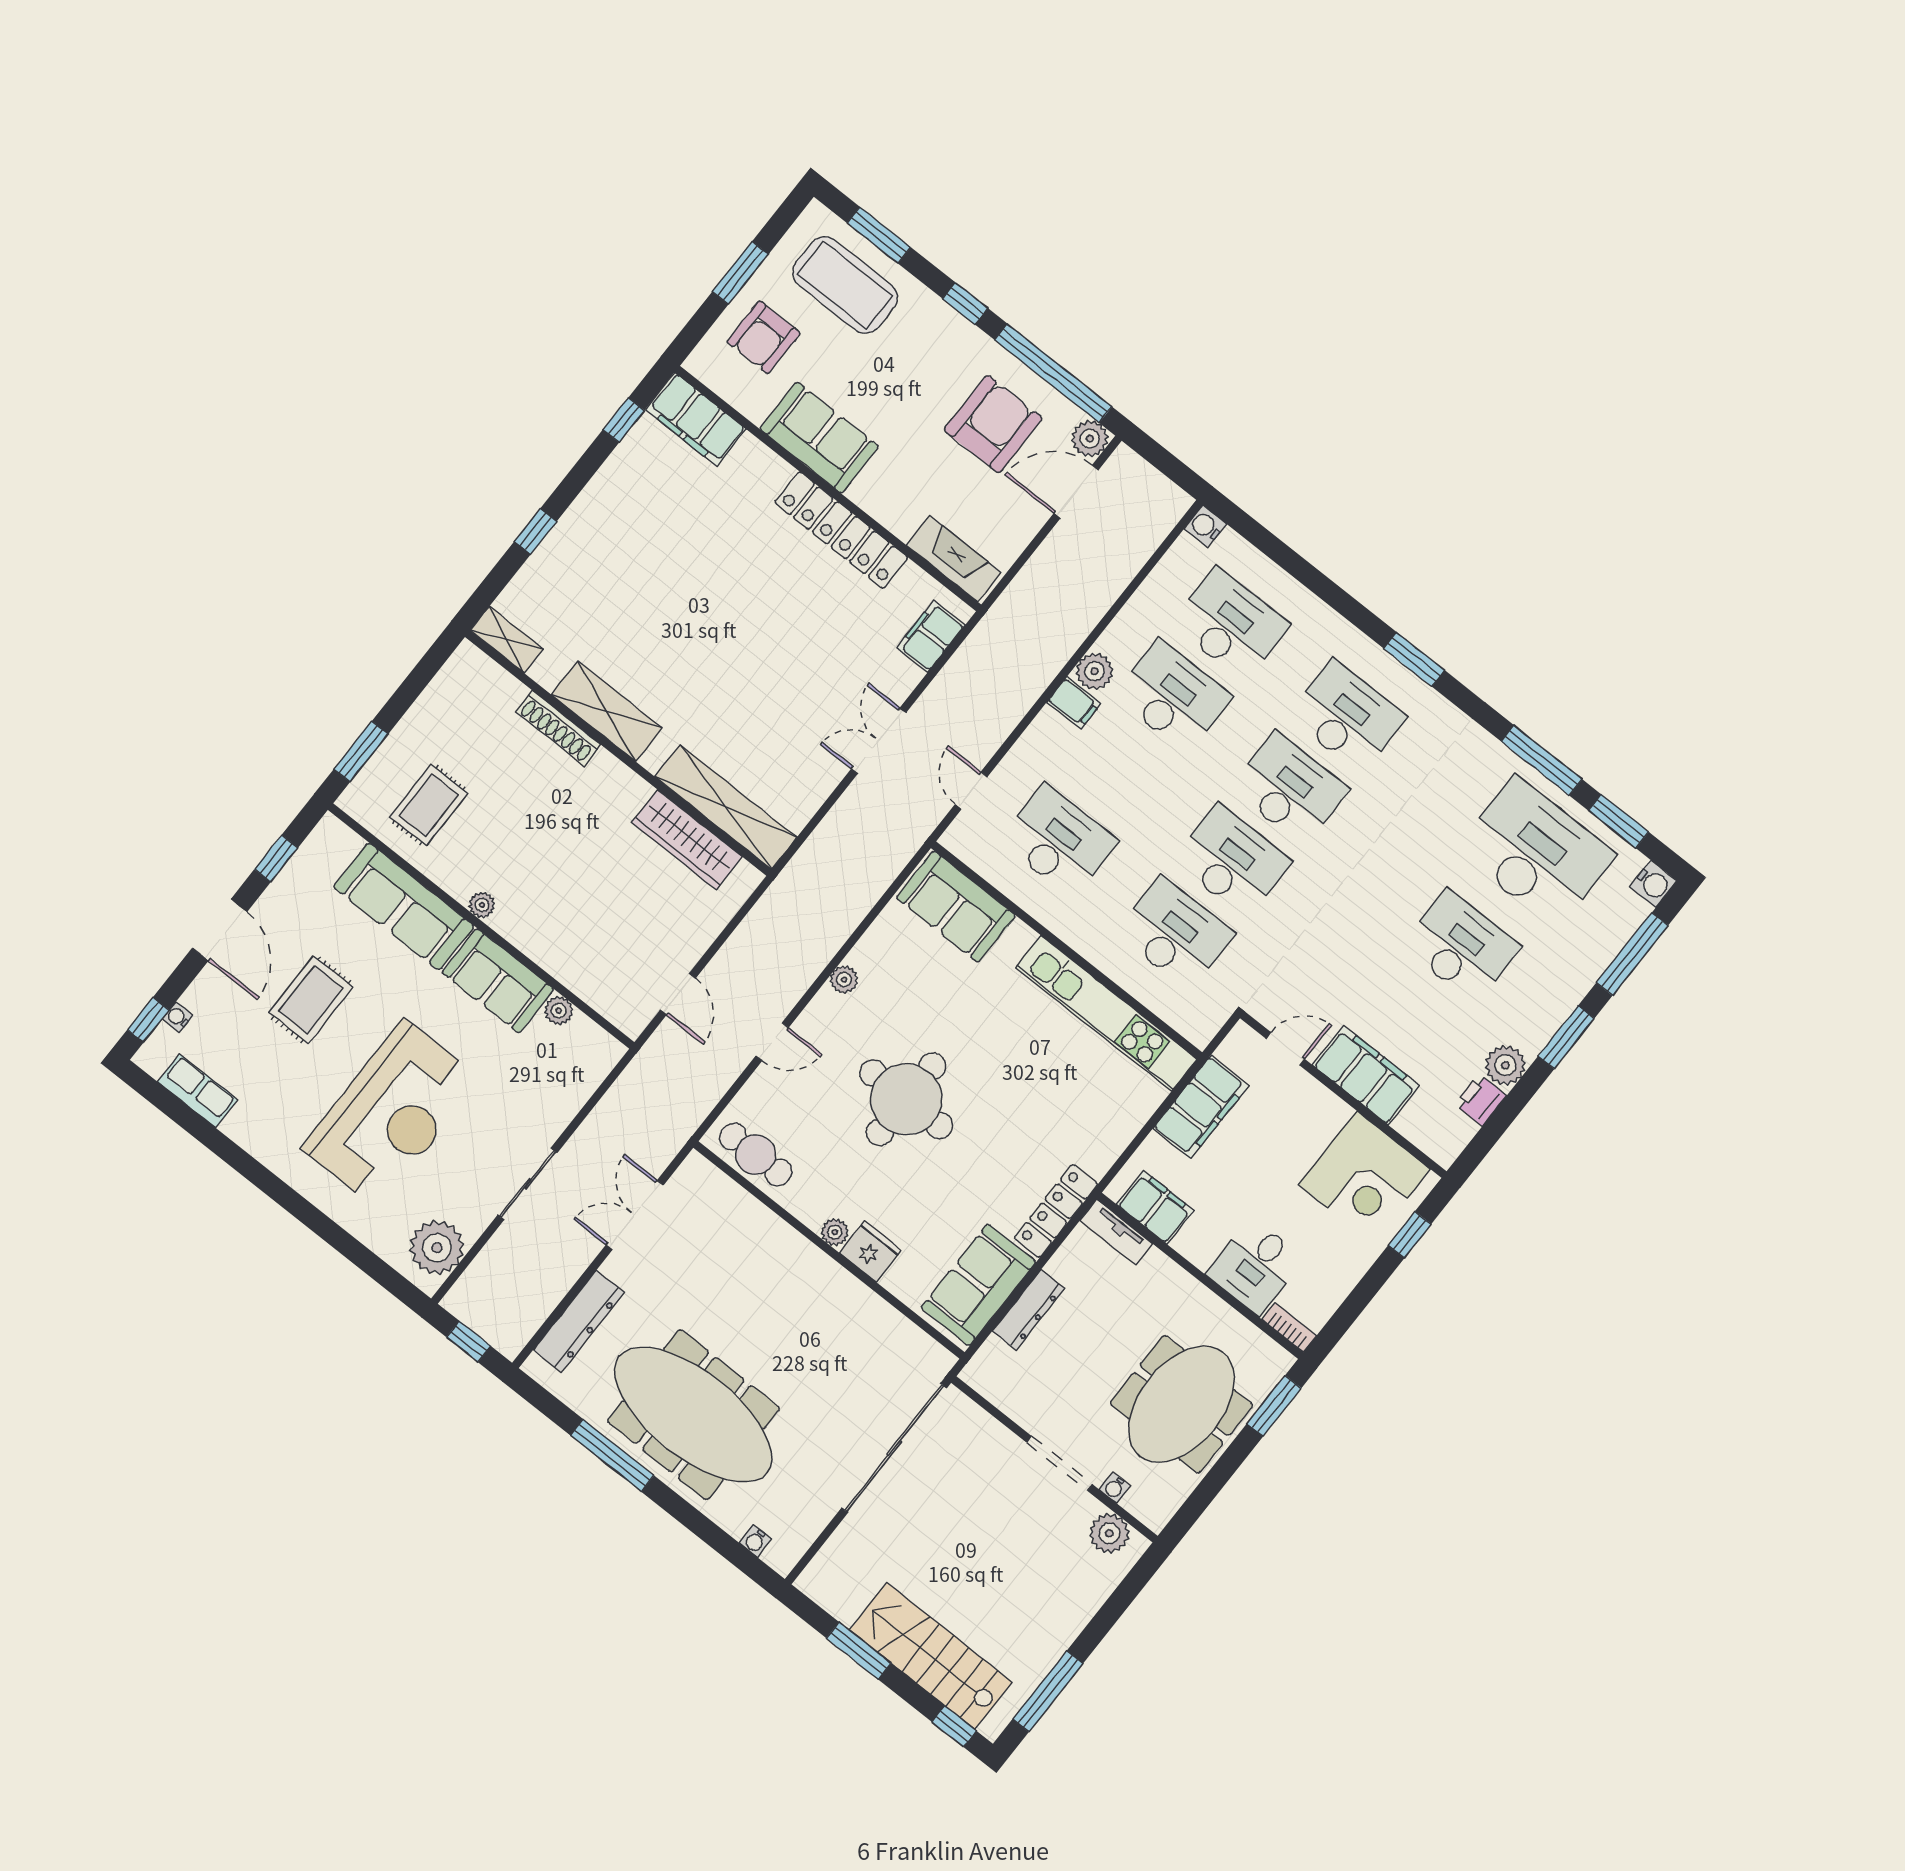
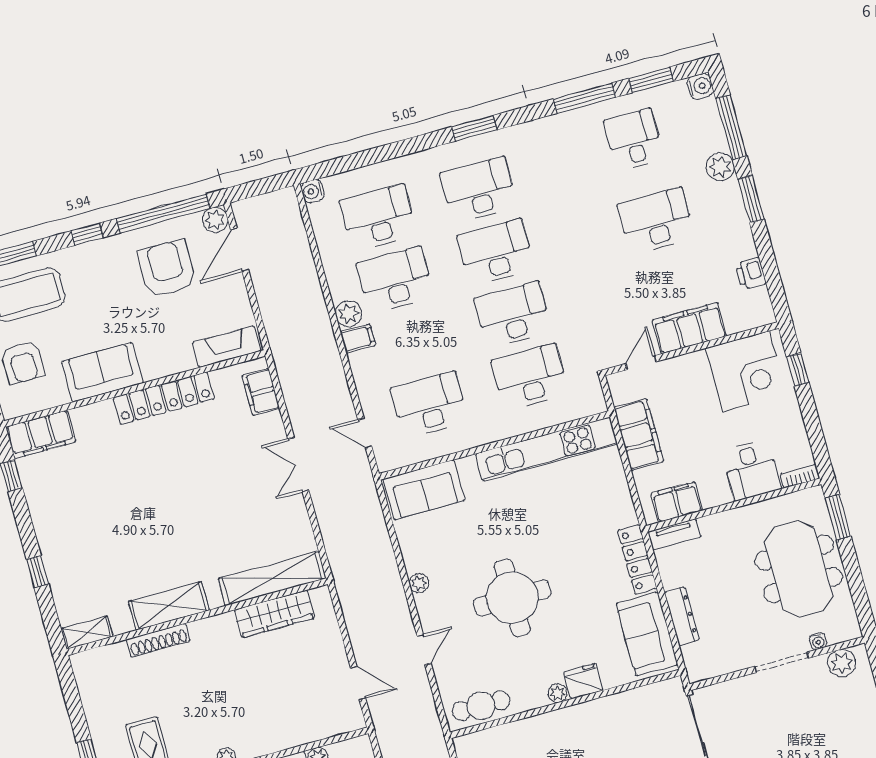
desk: (1536, 852) -> (634, 140), width x0.53, depth x0.77
plant: (1505, 1065) -> (720, 167), moved

